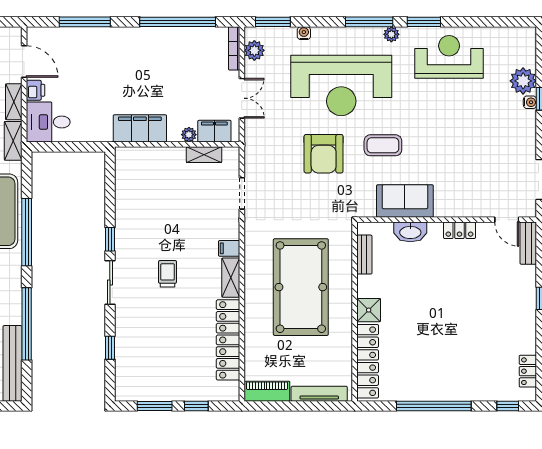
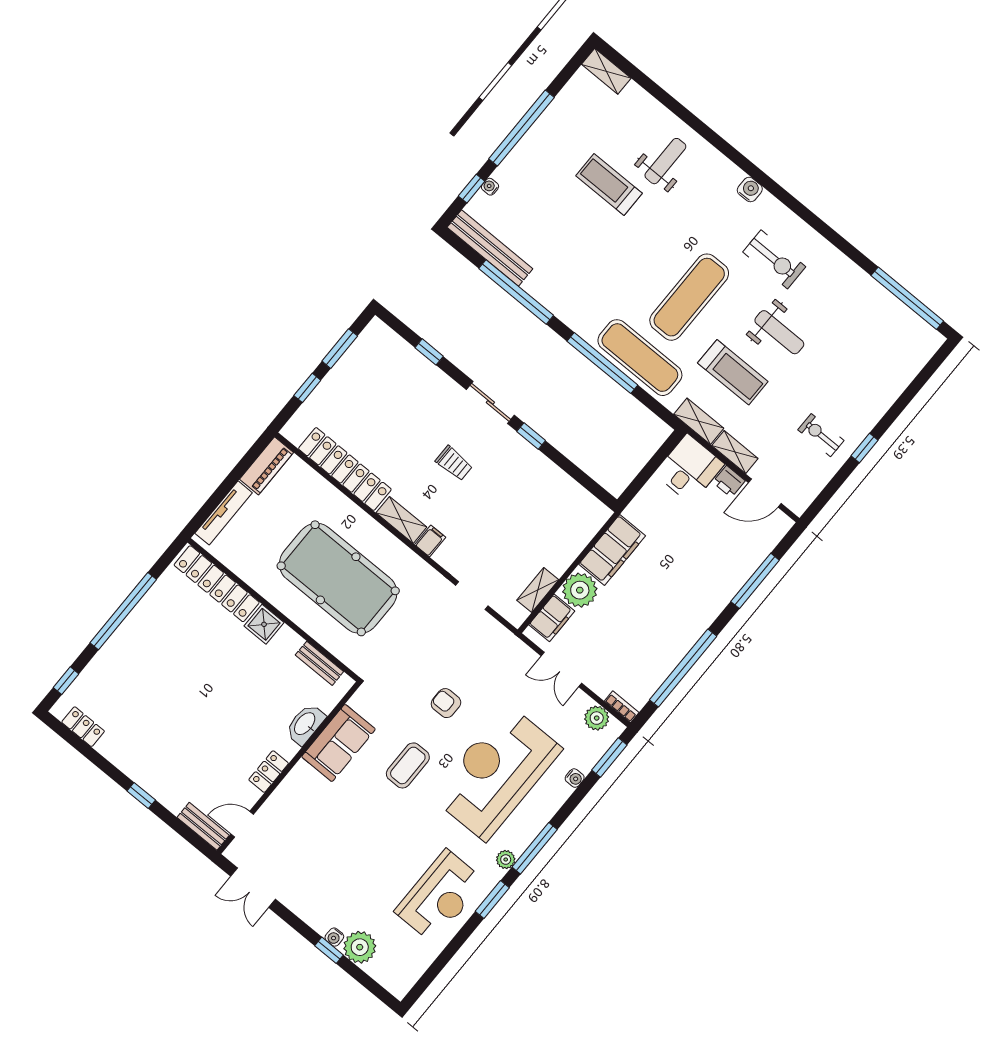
bookcase: (234, 48) -> (622, 707), width x0.64
plant: (189, 135) -> (580, 590), width x1.88, depth x1.88
armchair: (324, 154) -> (446, 703), width x0.53, depth x0.53

